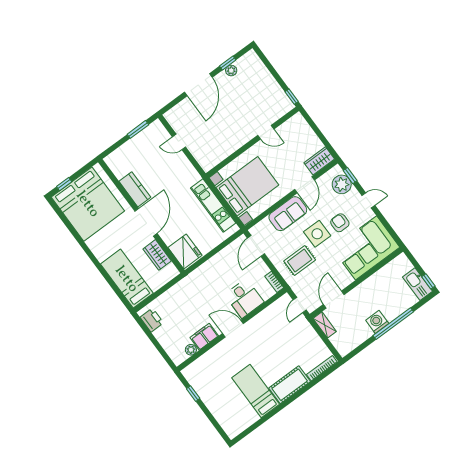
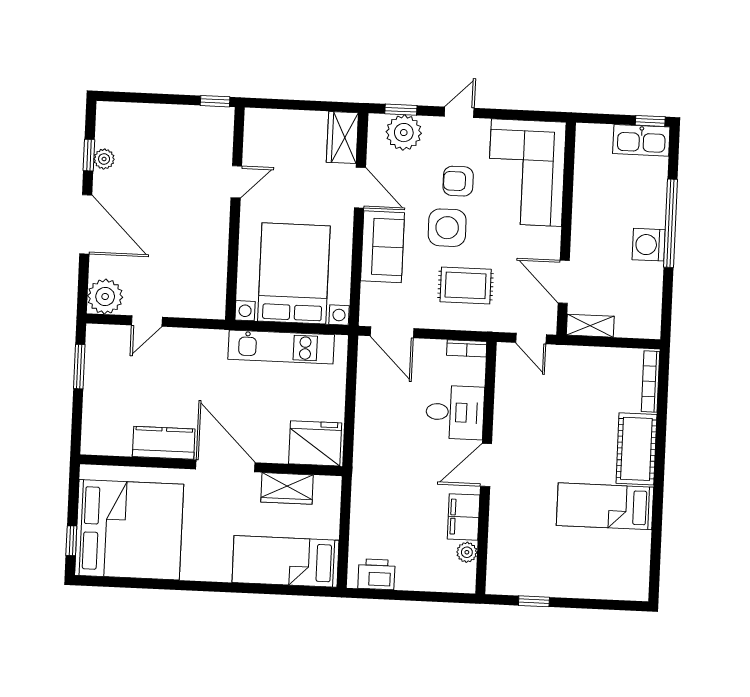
plant: (175, 117) -> (105, 297), added
rug: (300, 261) -> (466, 285), turned 90

